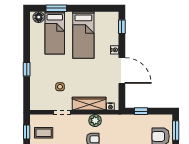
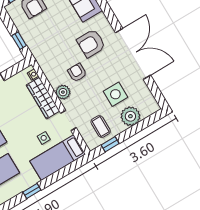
window: (27, 69) -> (32, 191), moved
bed: (40, 88) -> (58, 158), added
plant: (95, 121) -> (63, 92), moved

